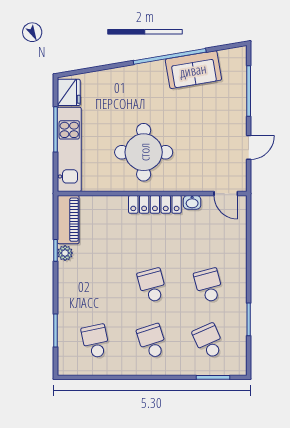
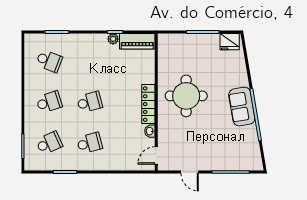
sofa: (193, 70) -> (242, 107), moved
kitchen unit: (69, 149) -> (188, 42), removed
school desk: (95, 341) -> (49, 61), turned 33

